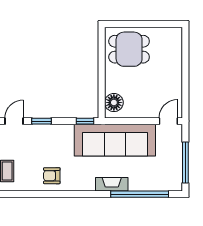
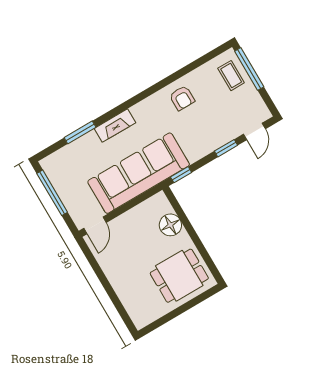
floor lamp: (114, 103) -> (170, 225), moved
armchair: (52, 176) -> (182, 98), turned 90
window: (140, 194) -> (80, 132), width x0.47

